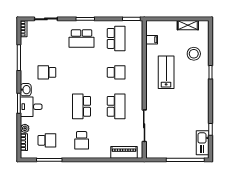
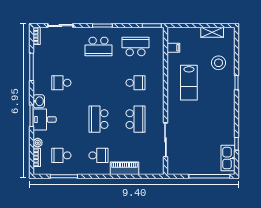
school desk: (116, 38) -> (136, 46), turned -90
lab bench: (166, 72) -> (189, 83), turned 180
school desk: (47, 140) -> (61, 155), turned 180
school desk: (82, 140) -> (98, 155), turned -90
piano: (124, 152) -> (124, 168), moved

